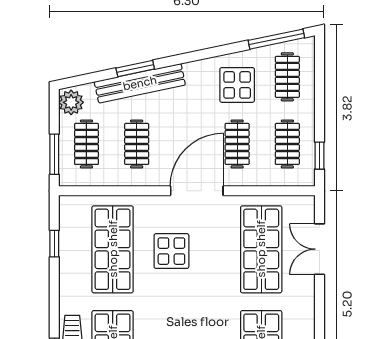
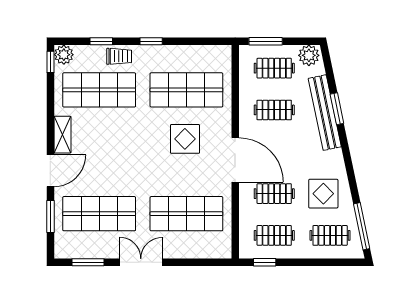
window: (54, 244) -> (151, 41), moved
double door: (319, 249) -> (141, 262), moved

